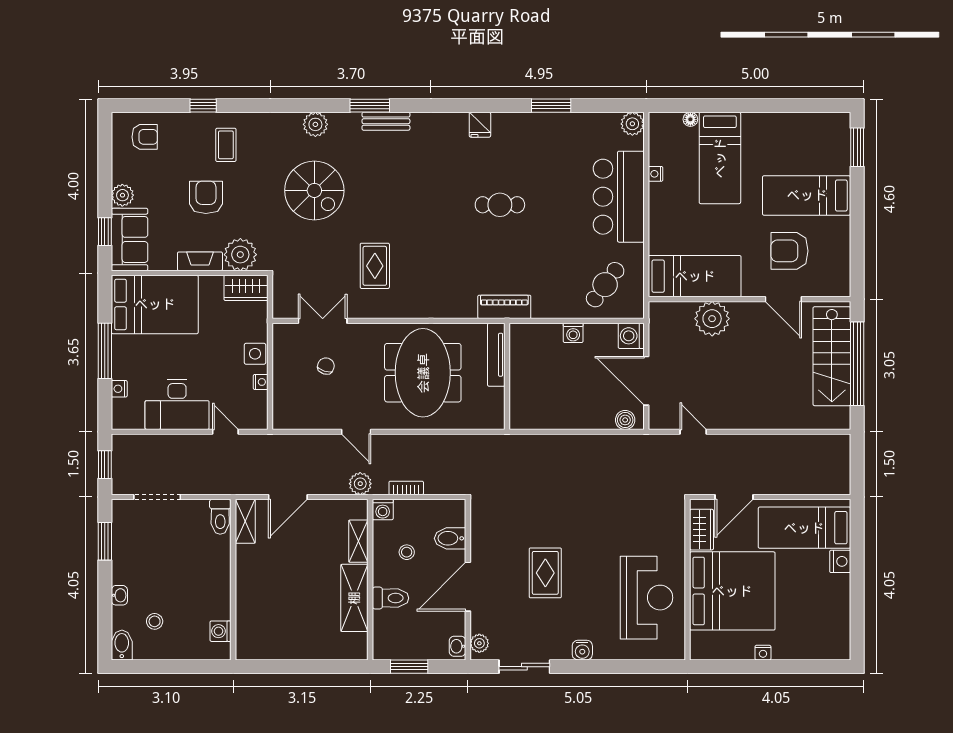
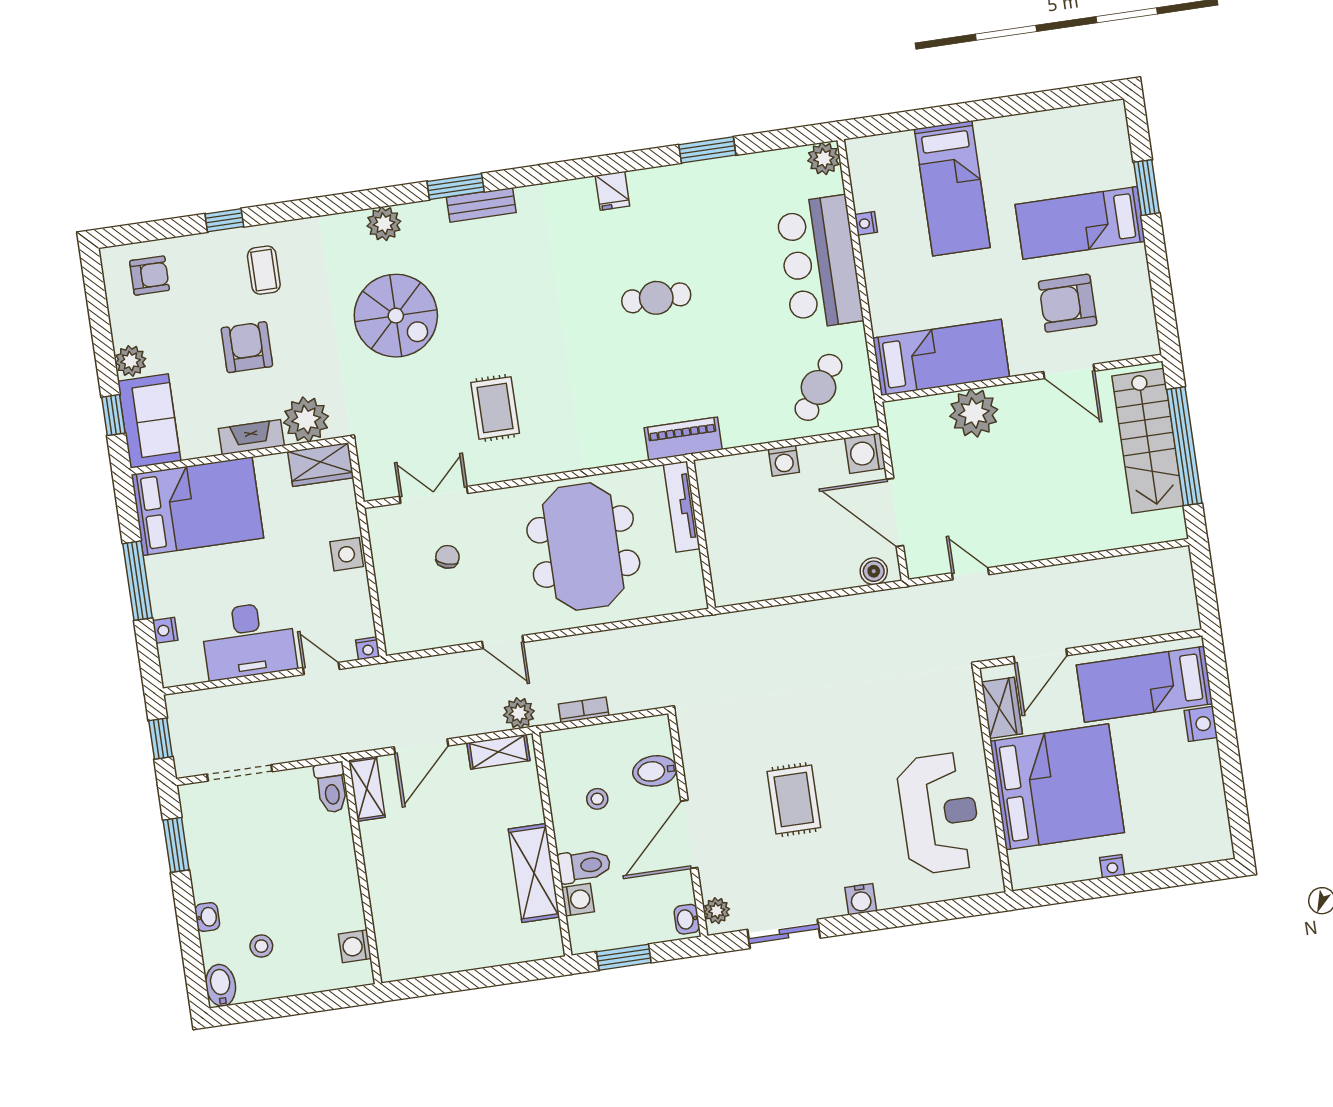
floor lamp: (690, 119) -> (903, 141), removed
window: (857, 147) -> (1147, 188), moved
nightstand: (261, 382) -> (368, 648), moved, turned 90
washing machine: (383, 510) -> (578, 900), moved, turned -90
shelving: (358, 541) -> (498, 752), moved, turned 90

